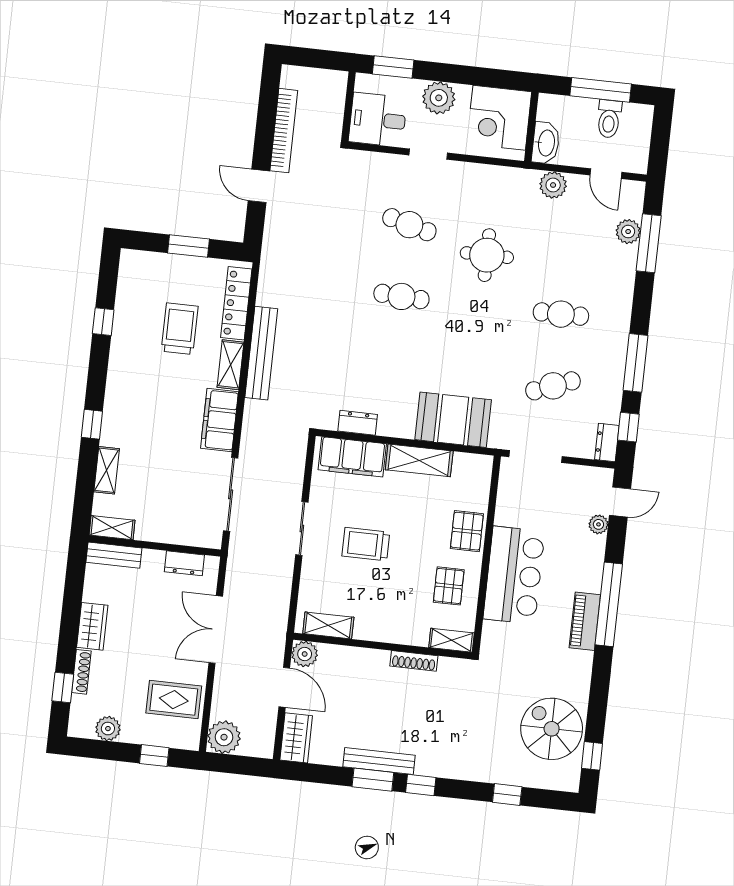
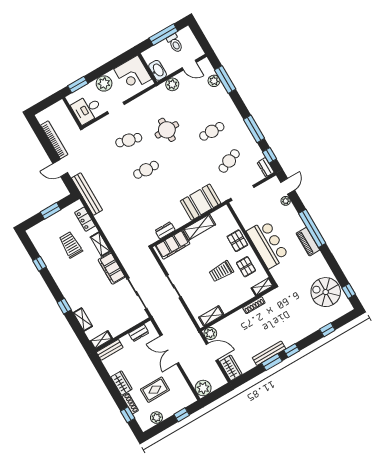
locker: (236, 303) -> (85, 219), width x0.66
bench: (261, 353) -> (87, 194), moved
trolley: (366, 544) -> (221, 271), moved
rug: (174, 700) -> (155, 390), moved

